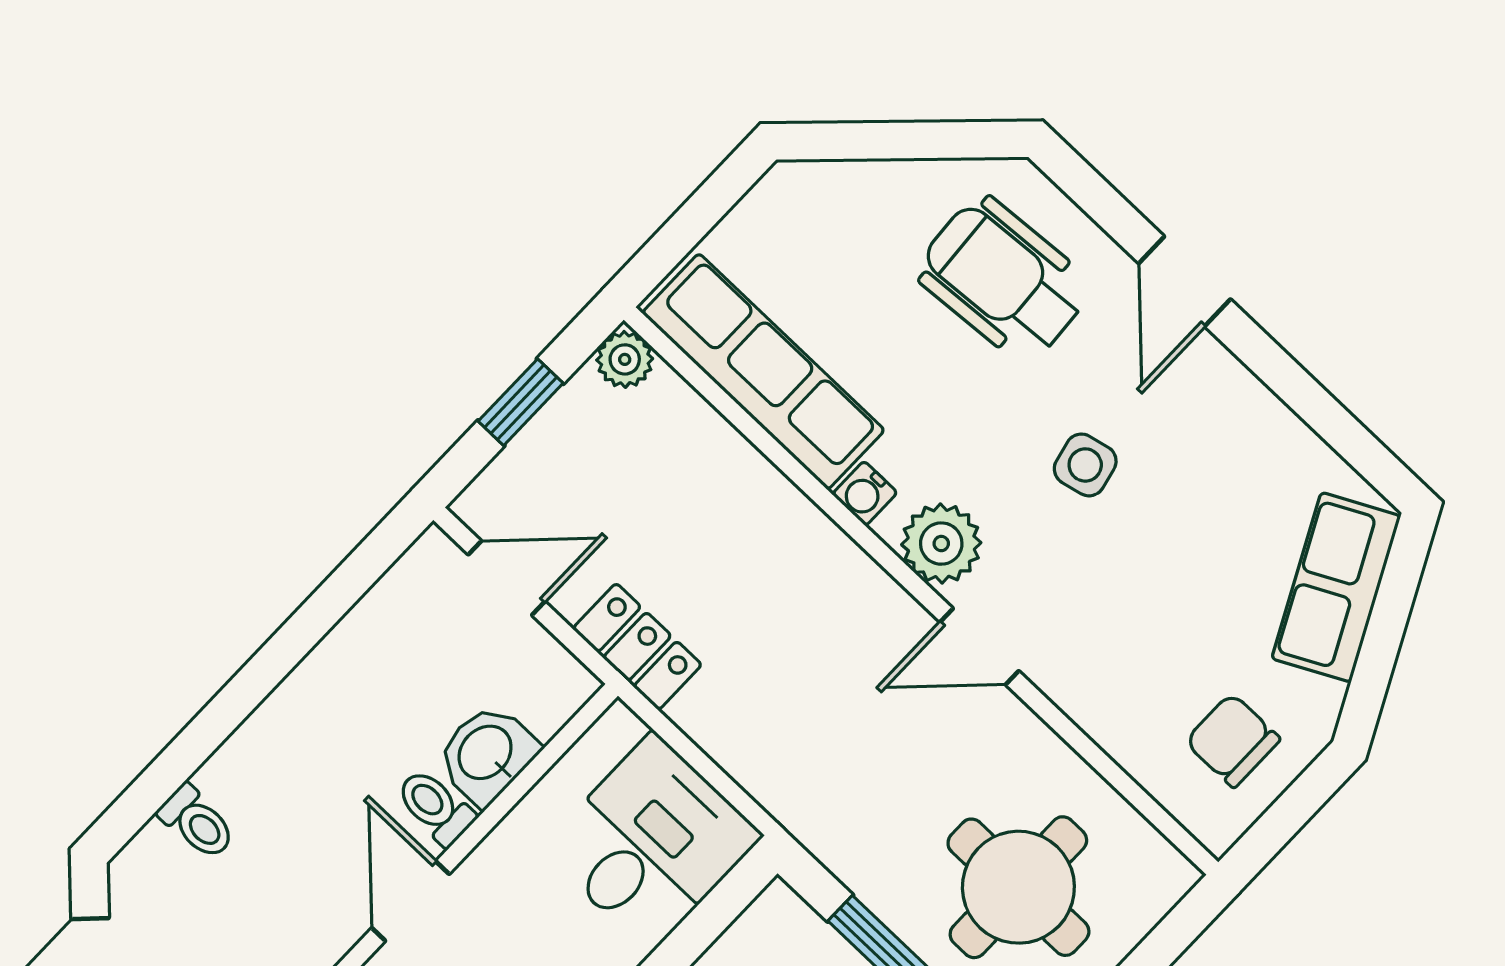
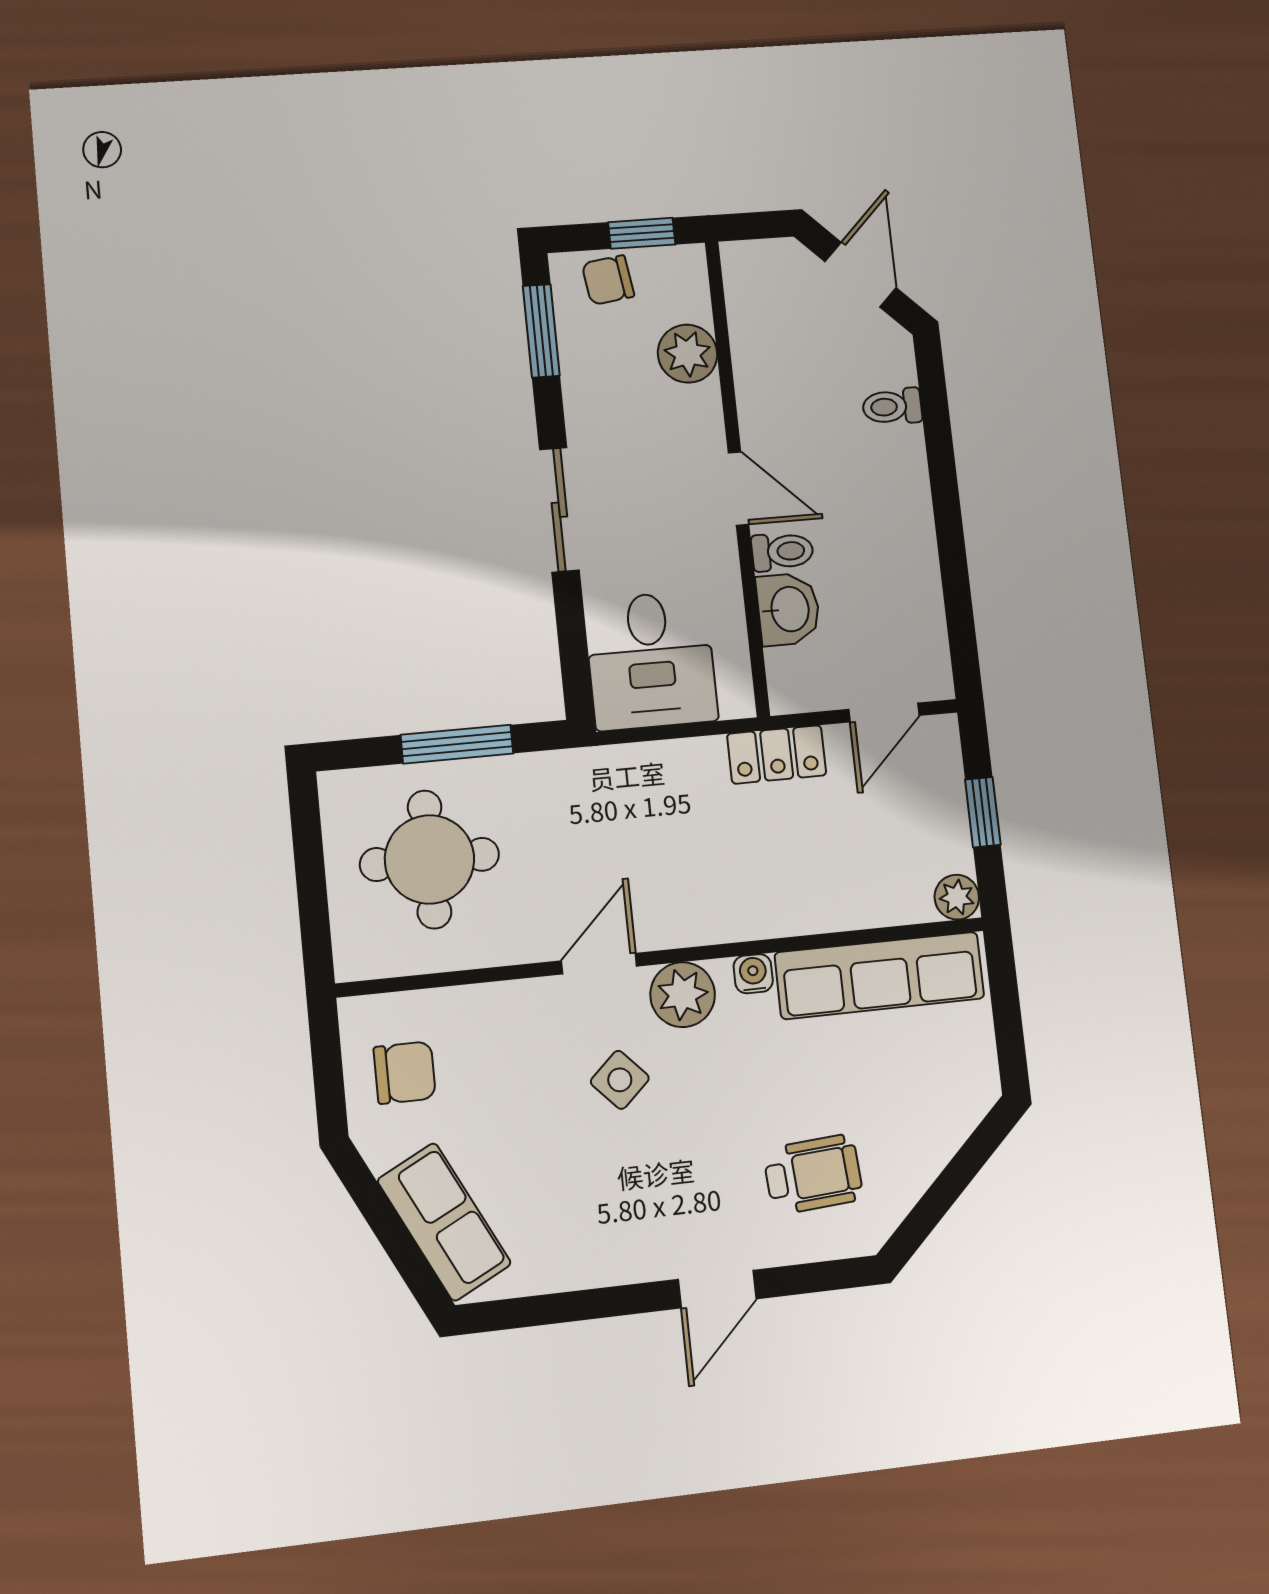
wheelchair: (1003, 279) -> (813, 1174), width x0.73, depth x0.73
door: (1185, 281) -> (717, 1289), swing flipped
side table: (1085, 465) -> (620, 1080), moved, turned -30

